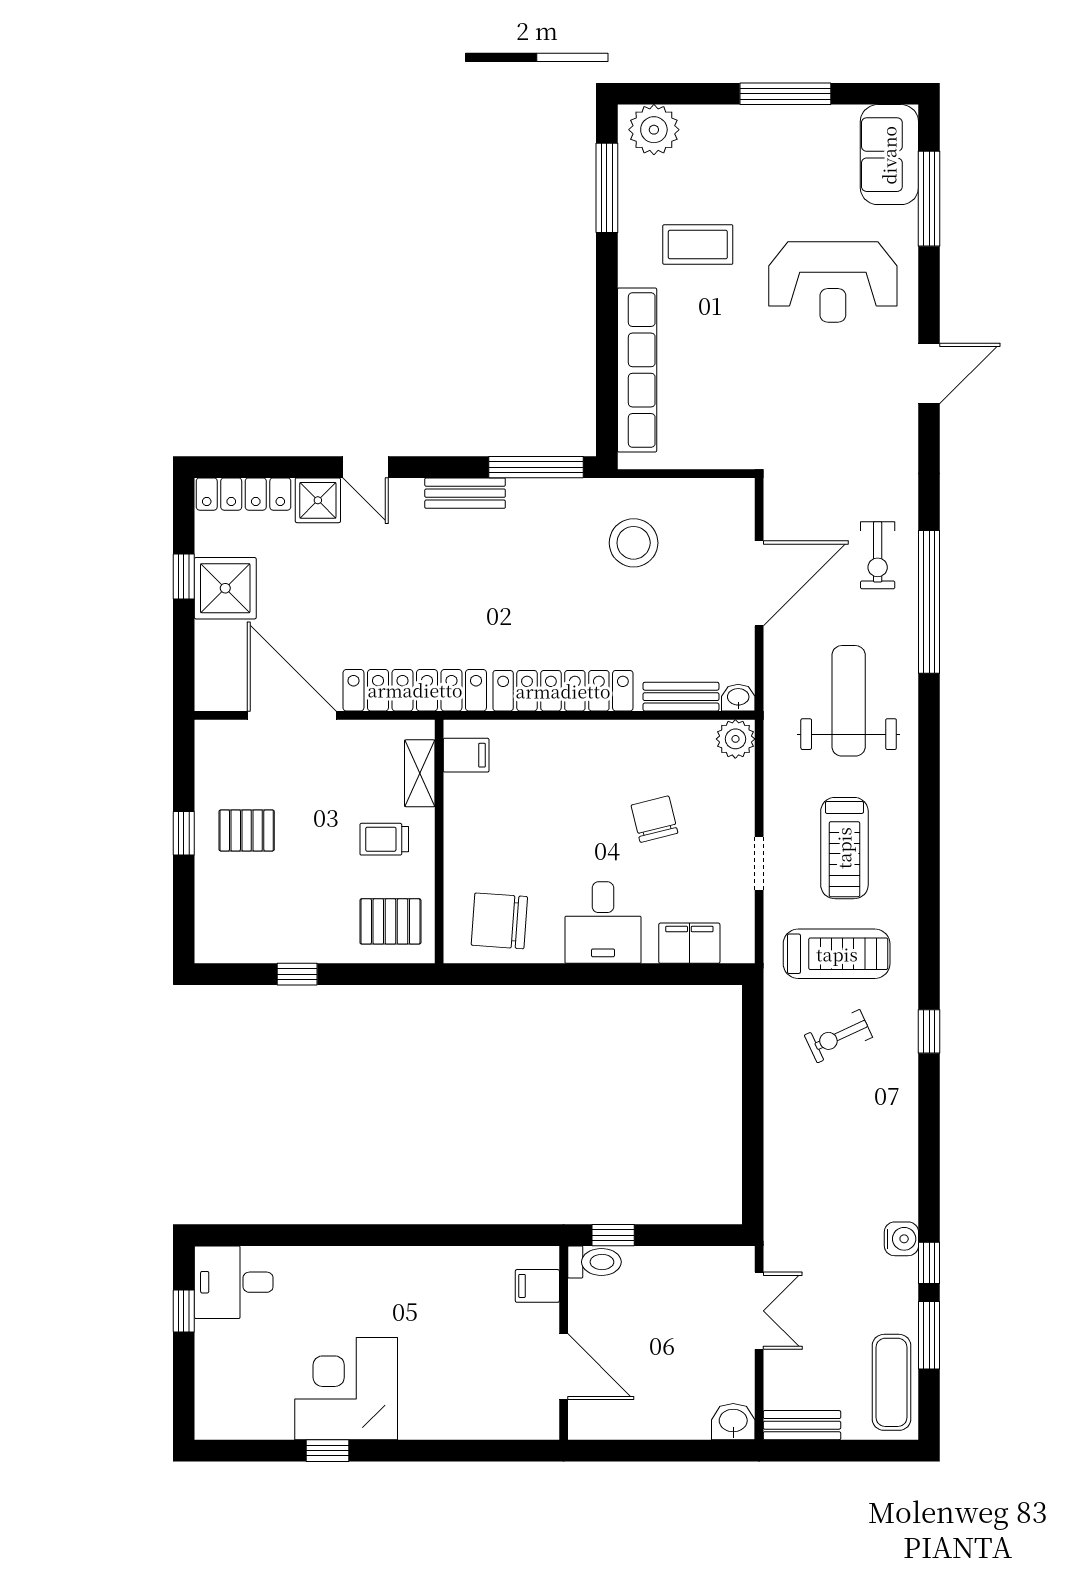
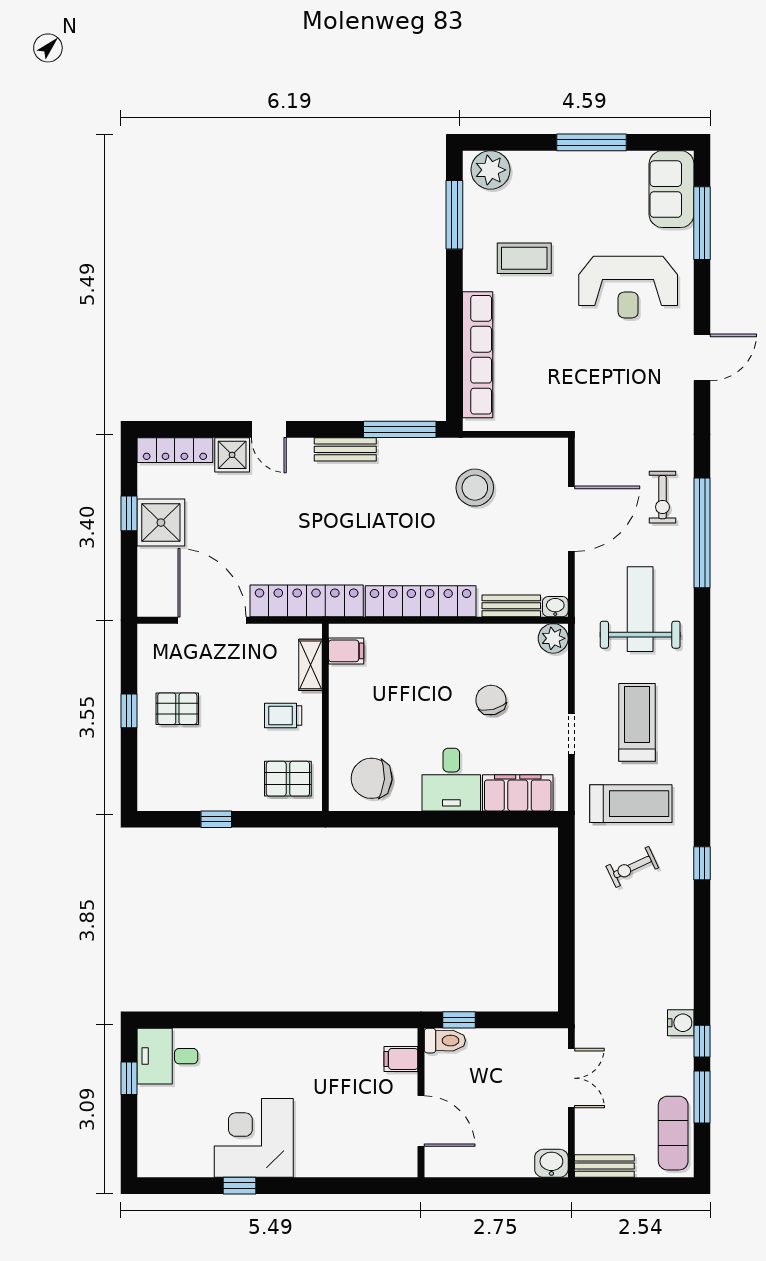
treadmill: (844, 848) -> (637, 722), turned 180
filing cabinet: (689, 943) -> (518, 793), width x1.50, depth x1.17

